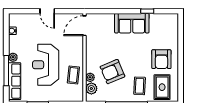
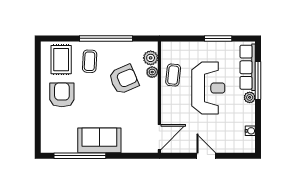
window: (147, 11) -> (80, 156), width x3.17

